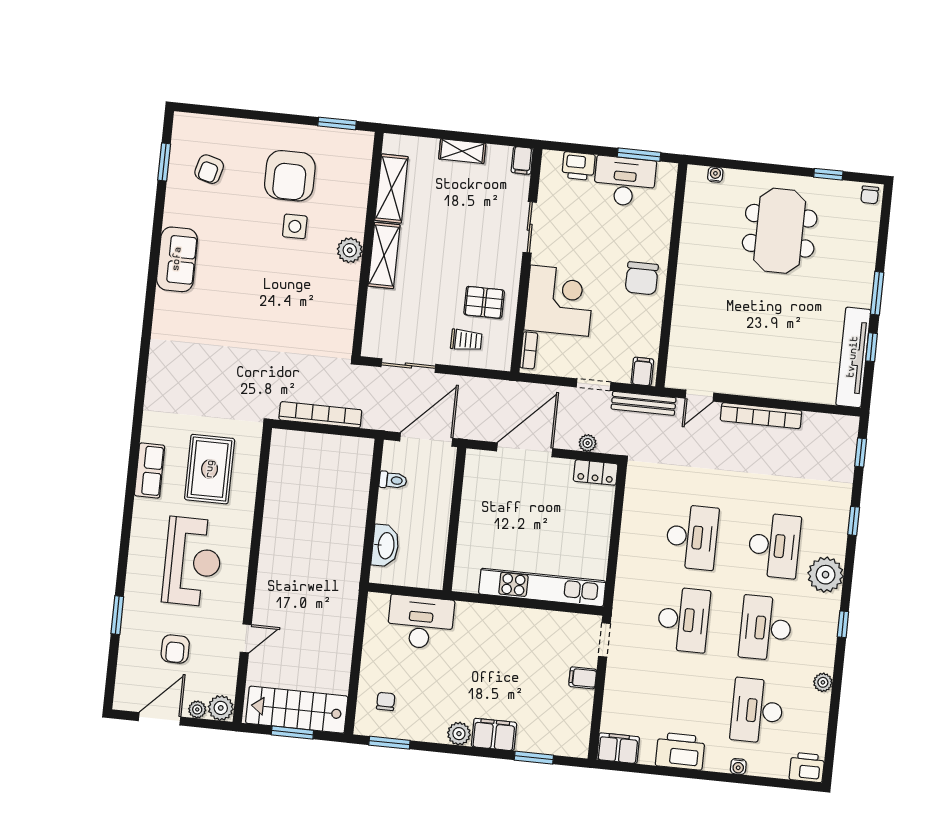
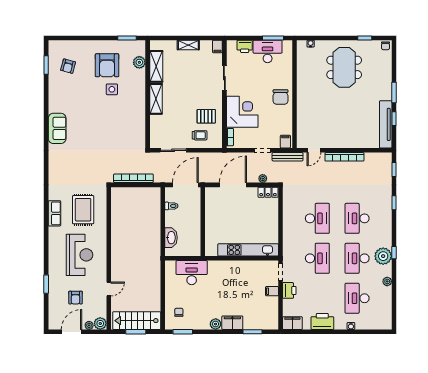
plant: (350, 250) -> (139, 62), moved
sofa: (177, 259) -> (57, 128), moved
desk: (774, 546) -> (357, 218), turned 180
plant: (826, 575) -> (383, 256), moved
printer: (807, 767) -> (289, 290), moved, turned 90

